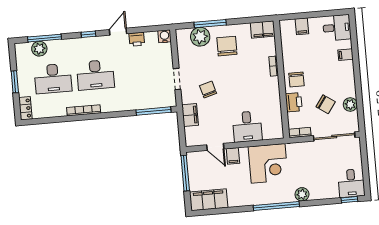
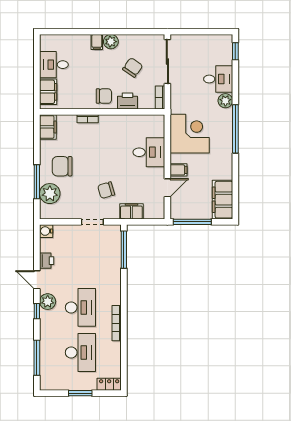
filing cabinet: (302, 26) -> (48, 92), width x2.00
desk: (337, 28) -> (54, 65), moved, turned -90
plant: (39, 49) -> (48, 302), moved
filing cabinet: (346, 55) -> (97, 42), moved
plant: (350, 104) -> (111, 42), moved
desk: (351, 183) -> (218, 79), moved

